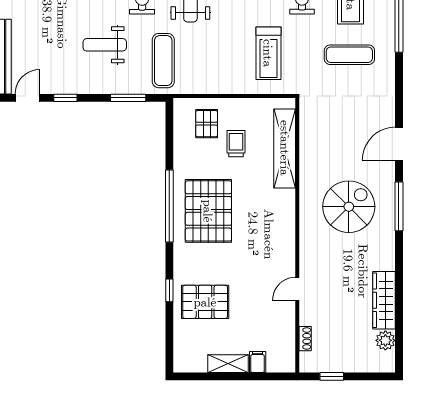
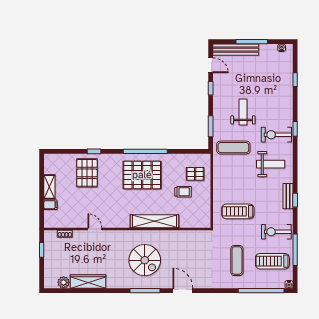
shelving: (285, 148) -> (155, 221), moved

